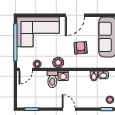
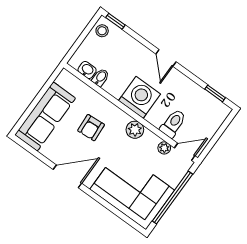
washing machine: (63, 76) -> (140, 97), width x1.89, depth x1.89
toilet: (52, 79) -> (173, 123), moved

